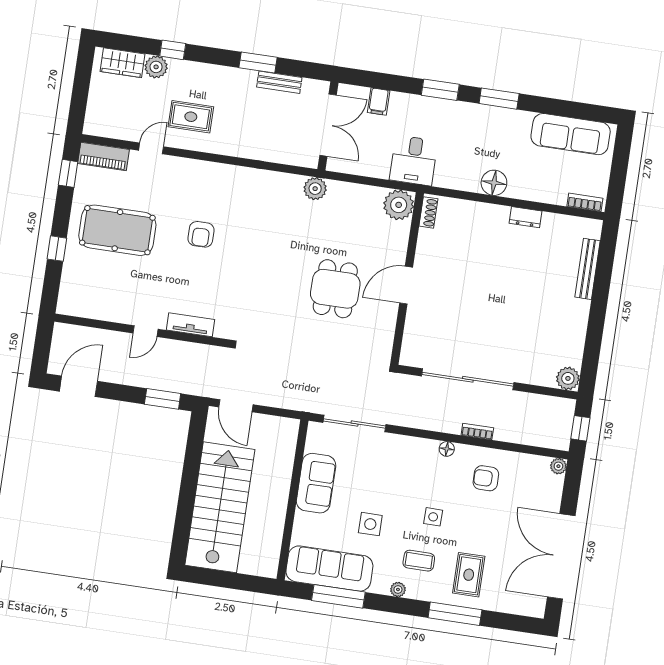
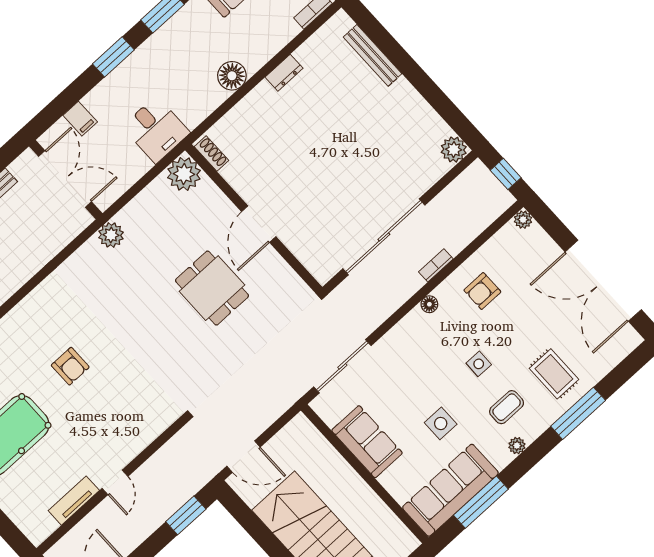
tv unit: (191, 325) -> (74, 501), moved

